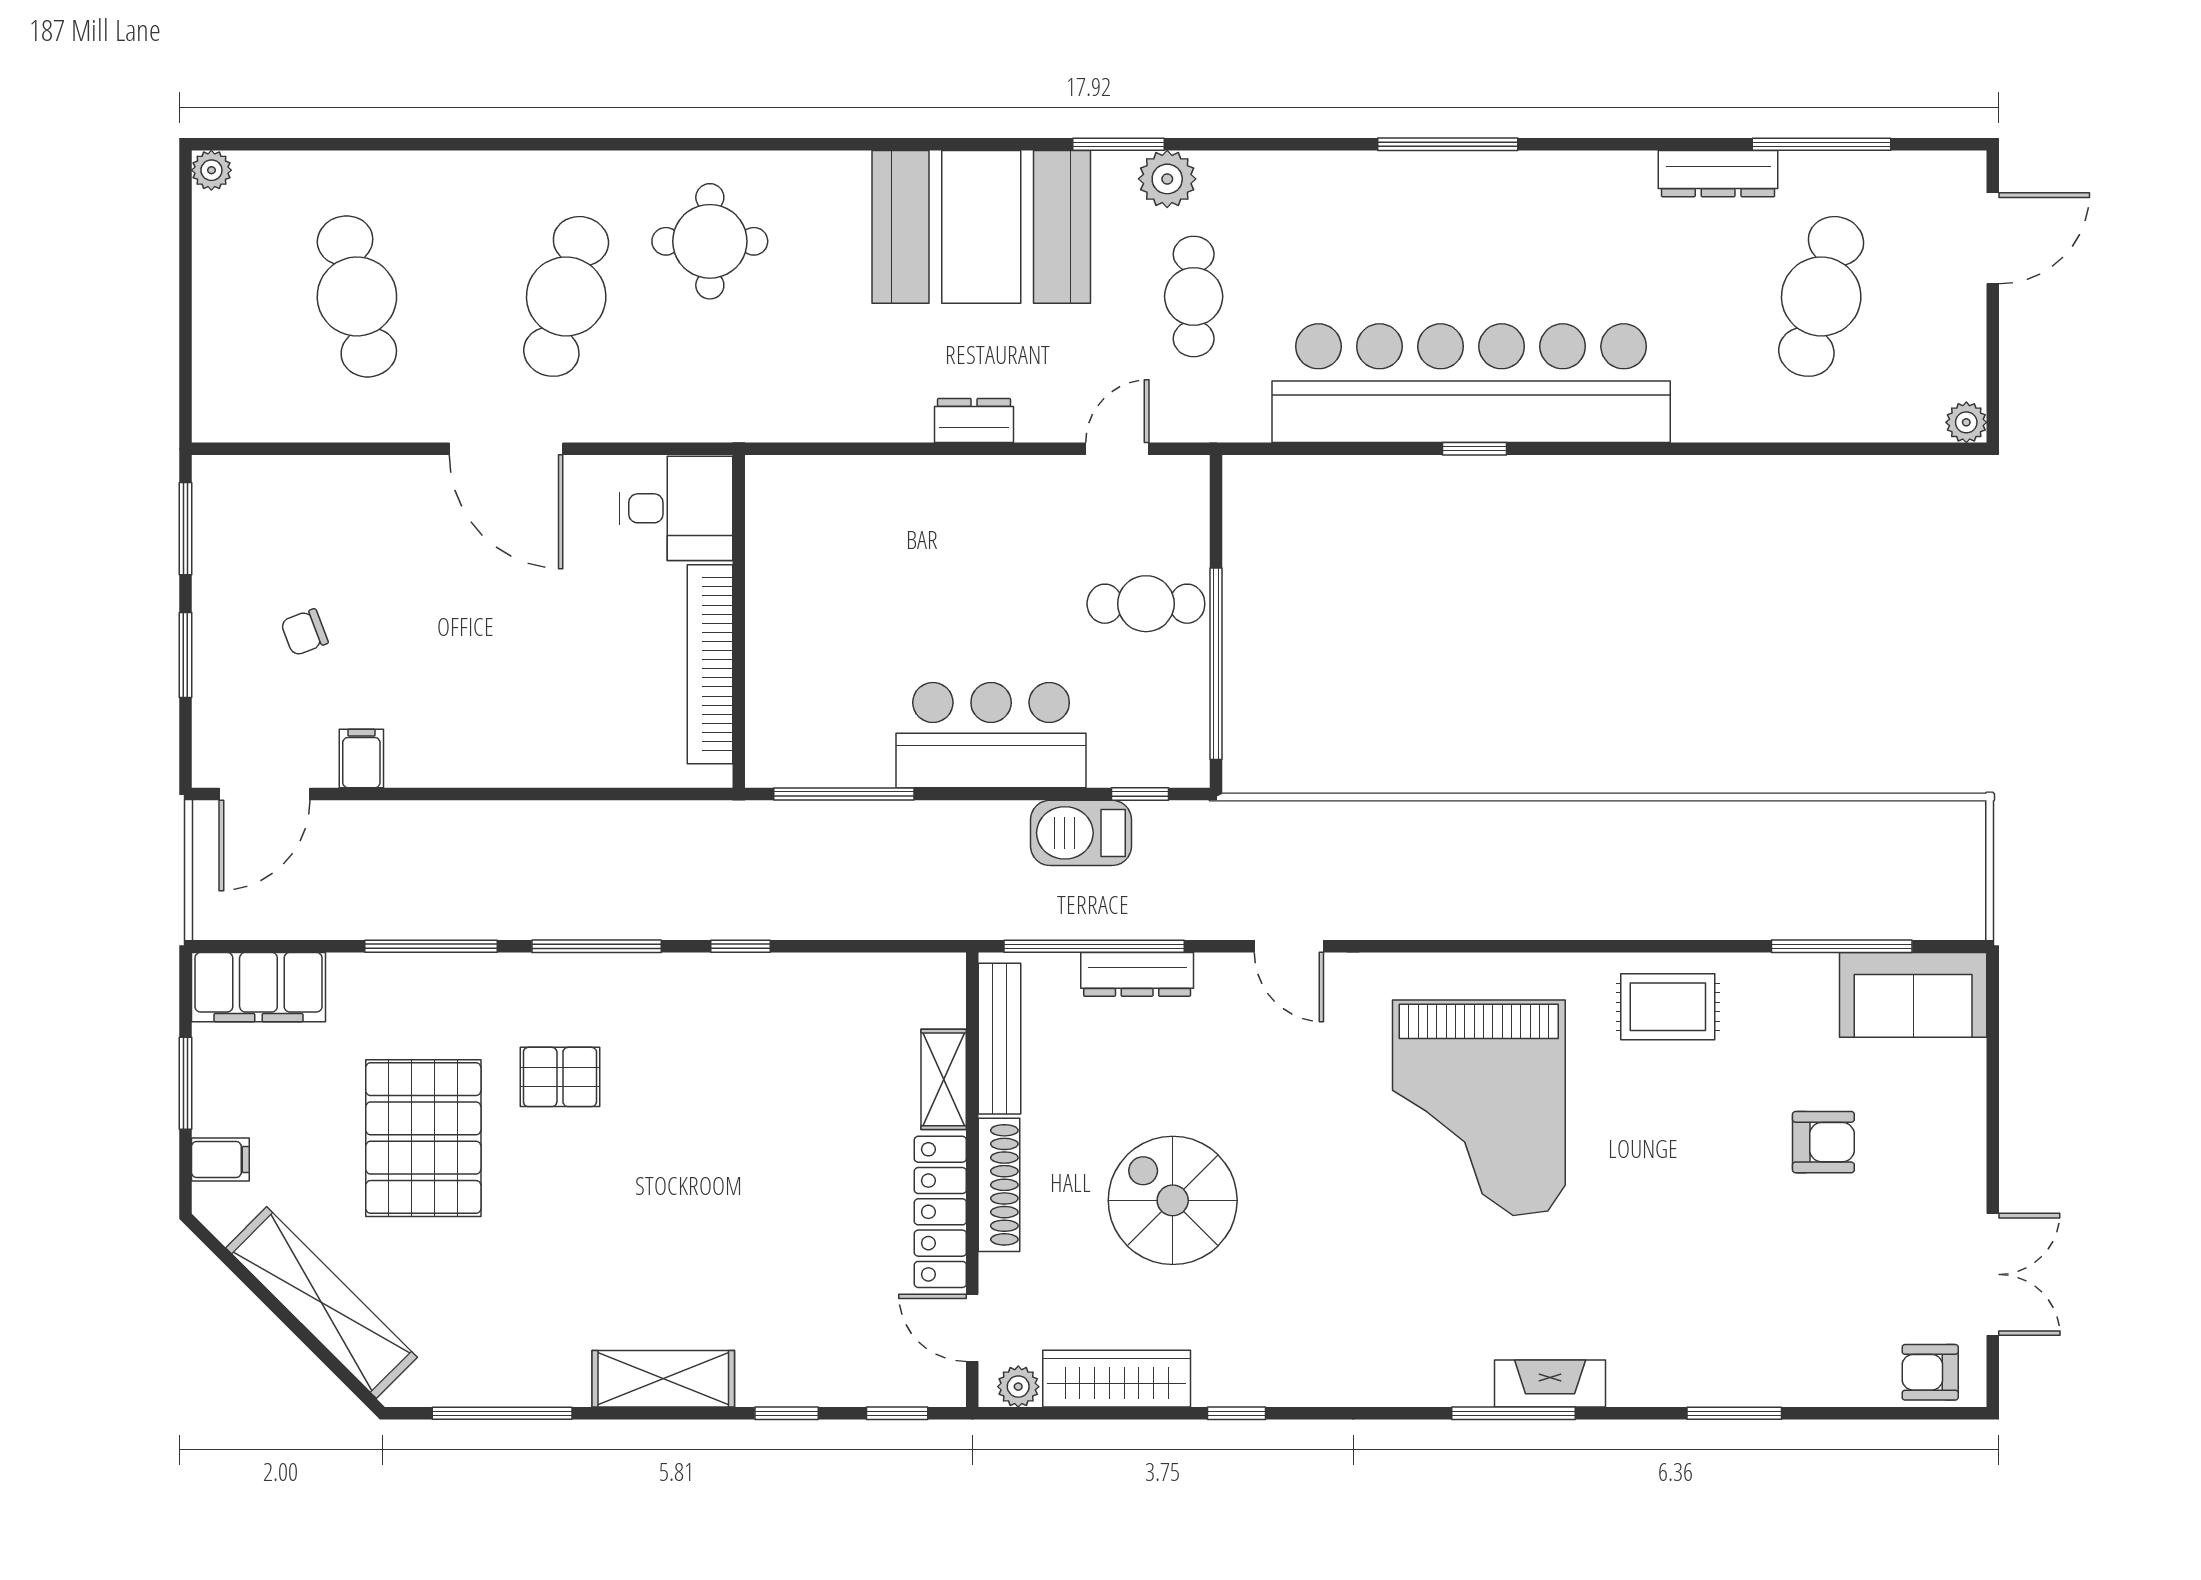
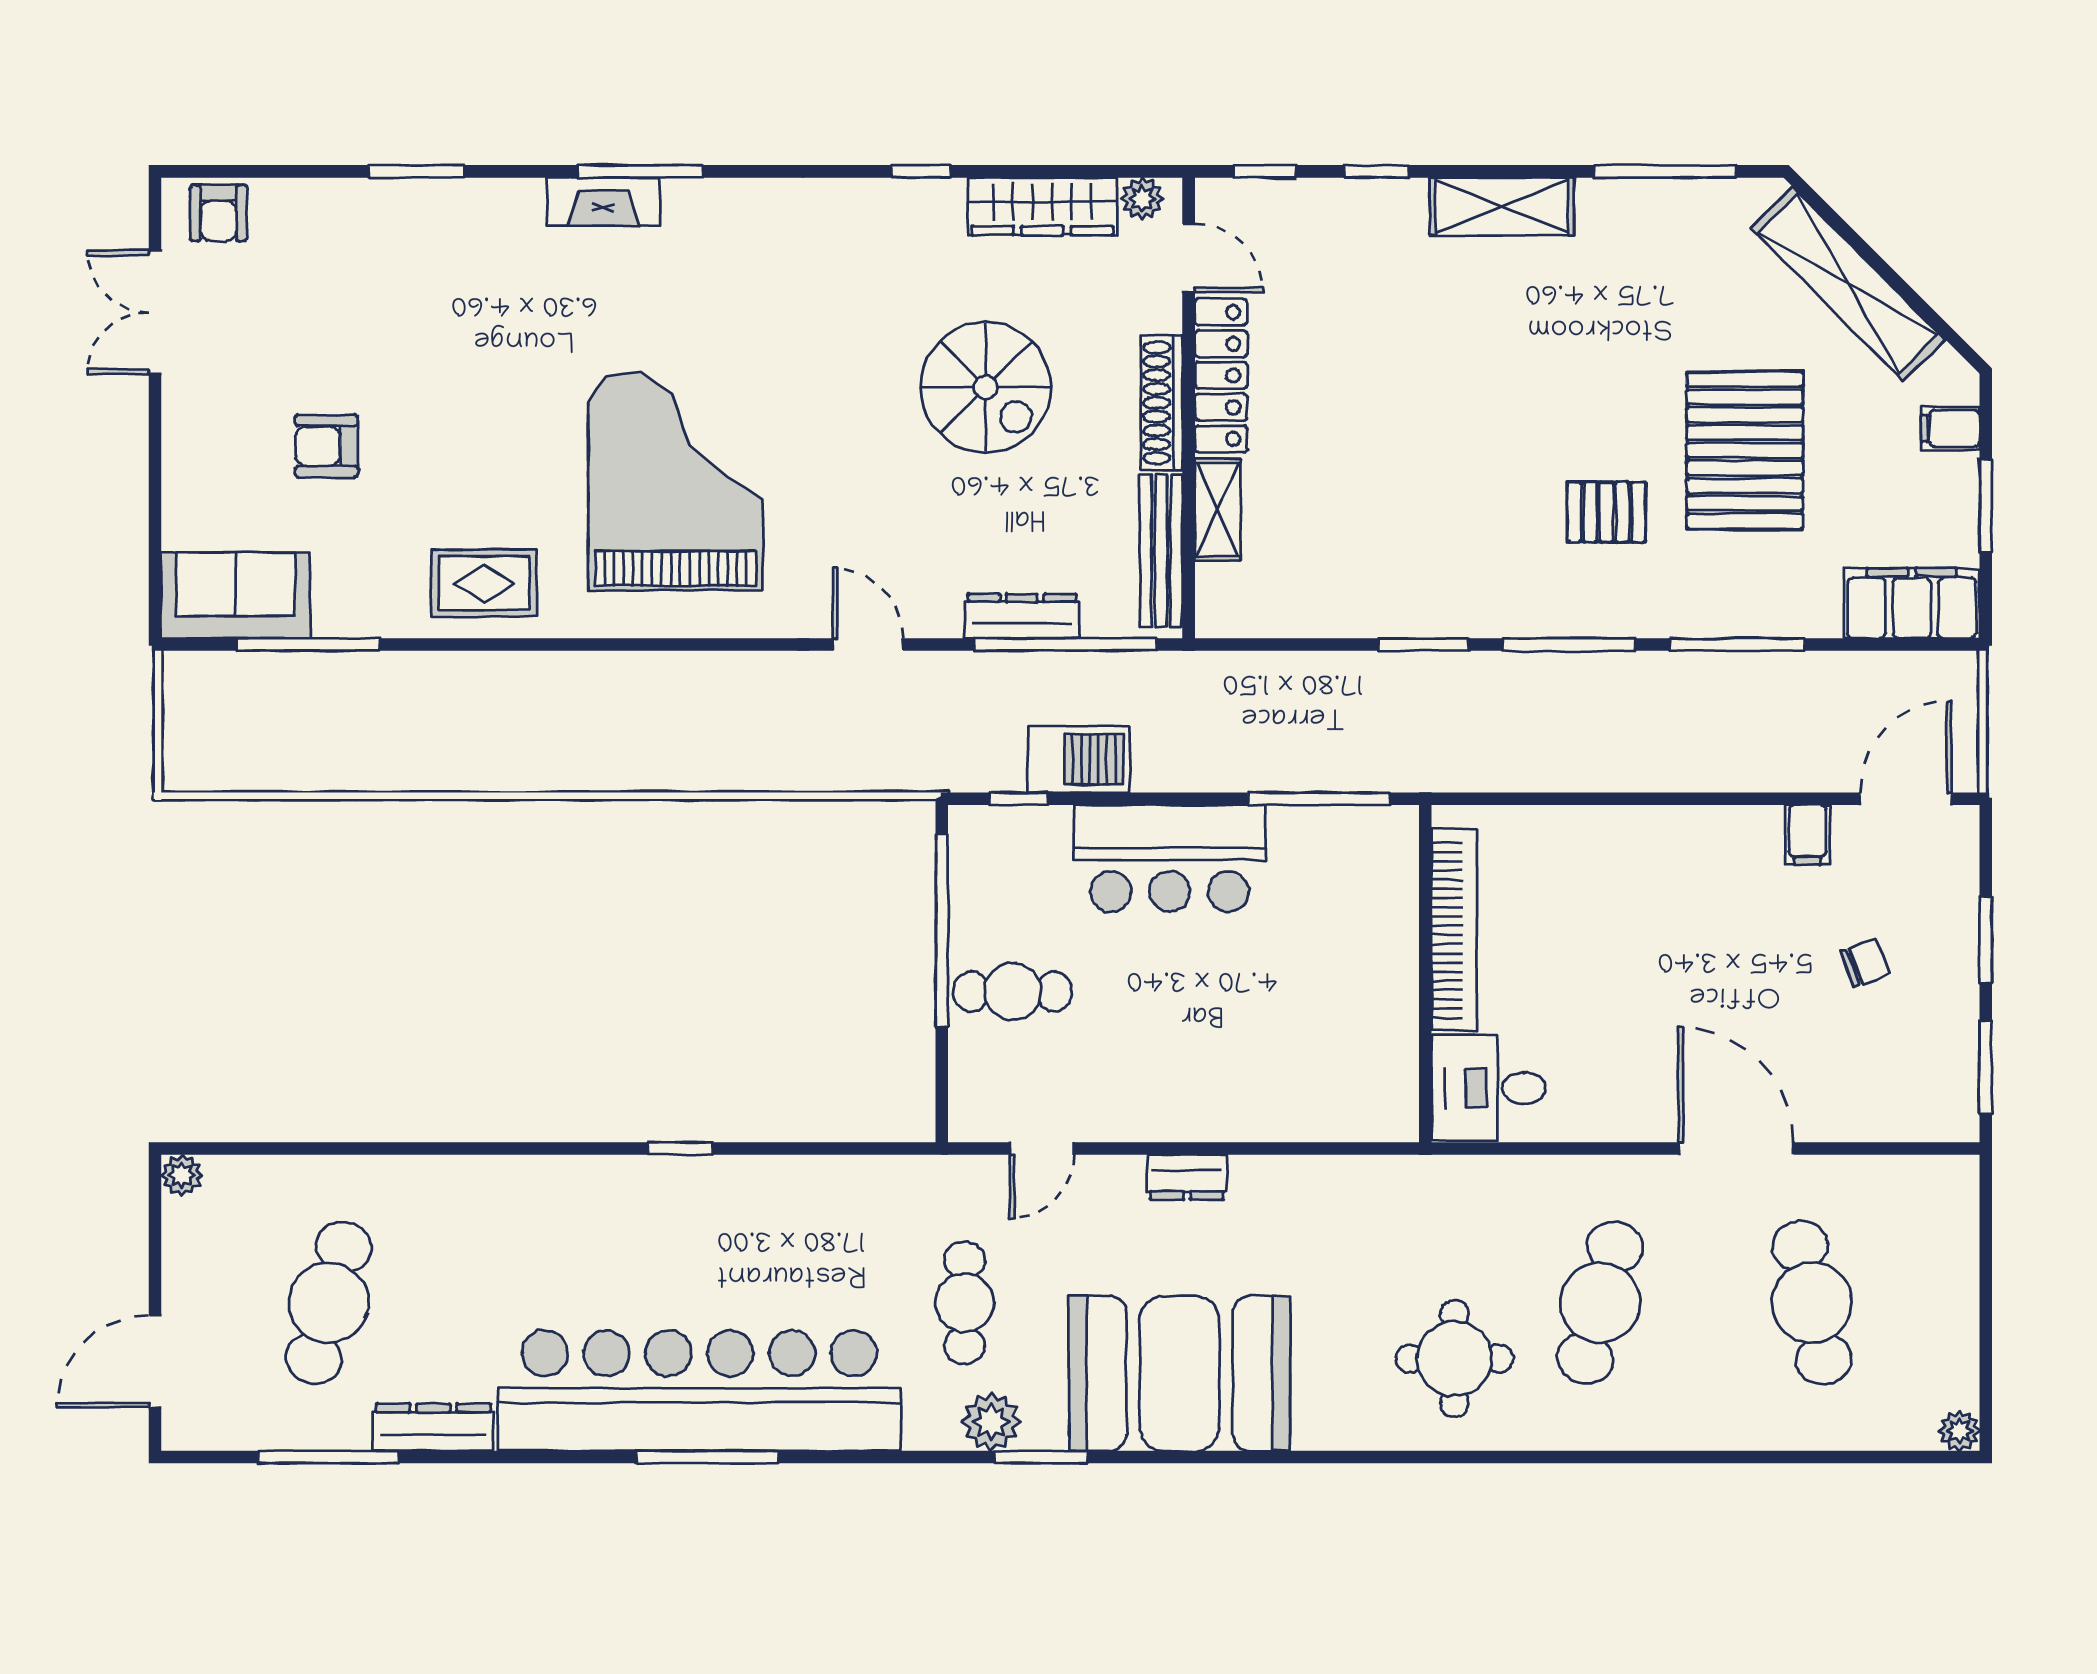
bar counter: (1471, 383) -> (699, 1391), moved, turned 180
door: (506, 449) -> (1736, 1148), moved
window: (741, 946) -> (1423, 645), width x1.50
armchair: (1930, 1372) -> (218, 213), turned 90

